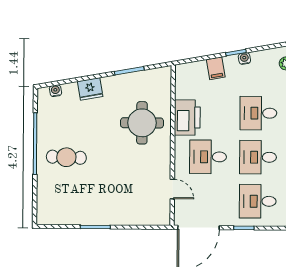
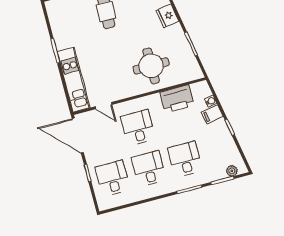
water cooler: (244, 58) -> (211, 101), moved
printer: (187, 117) -> (177, 99), moved
door: (172, 189) -> (103, 106), hinge flipped
kitchen unit: (134, 215) -> (74, 80), added

